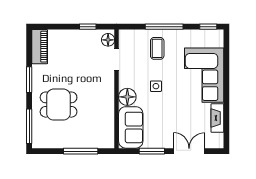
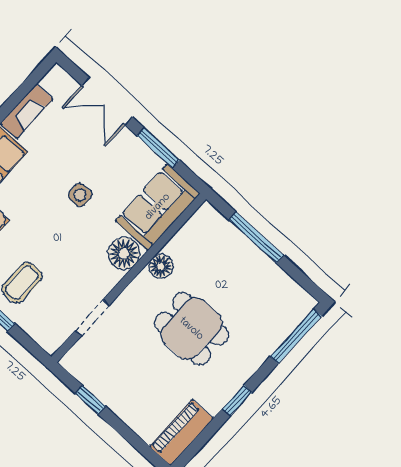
floor lamp: (108, 40) -> (161, 266), moved
window: (29, 80) -> (237, 400), width x0.67
side table: (156, 86) -> (80, 195), moved
dining table: (59, 105) -> (191, 329), moved

